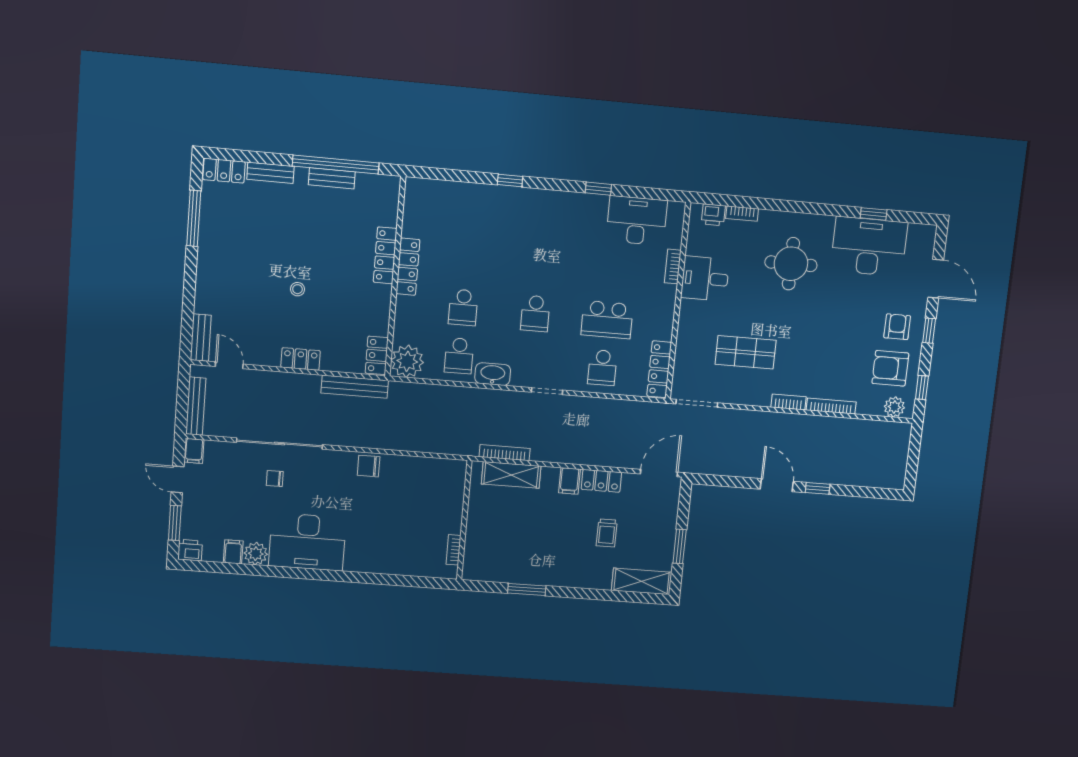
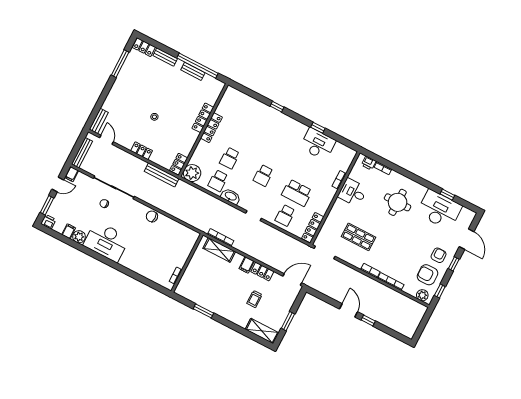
desk: (637, 221) -> (318, 144), moved
door: (178, 479) -> (58, 184), swing flipped

